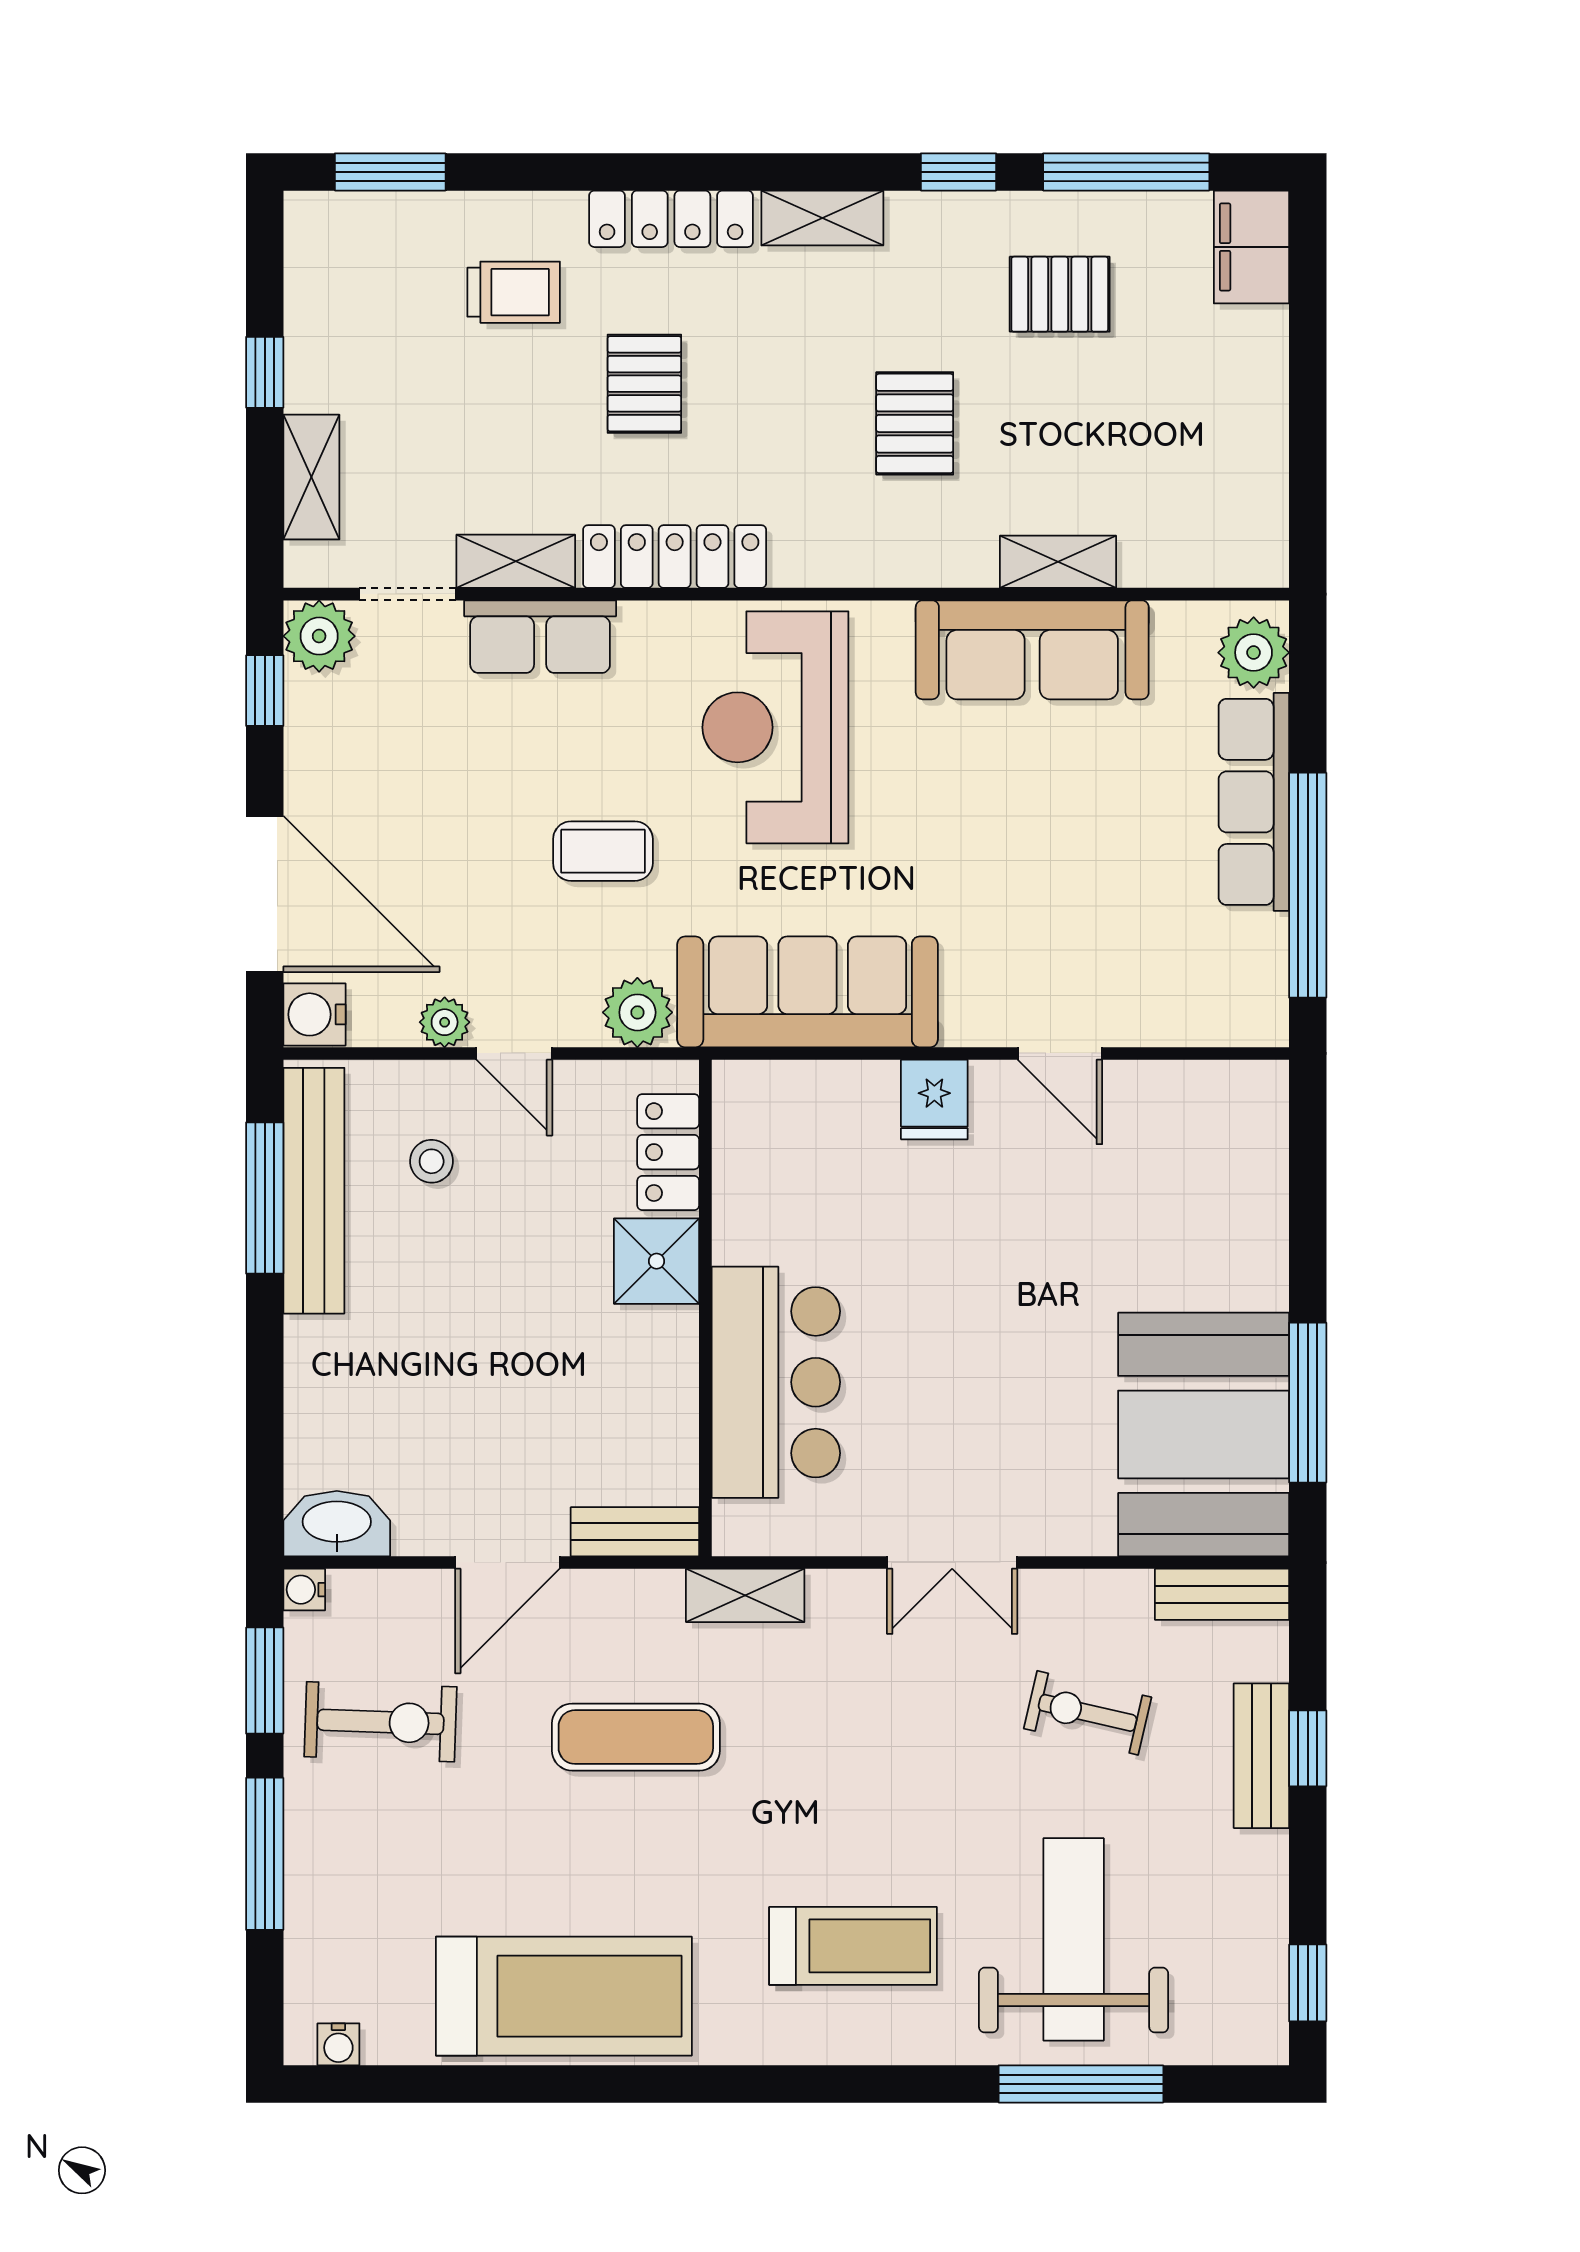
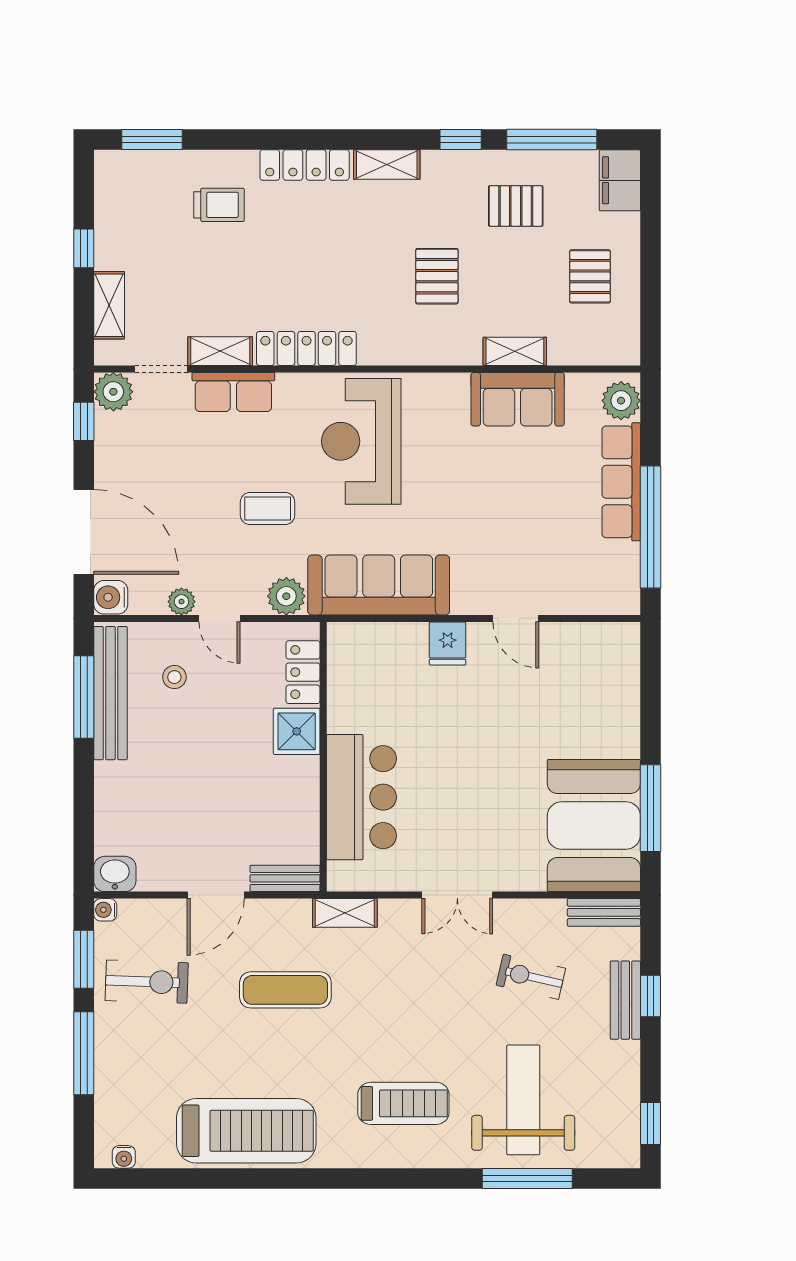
pallet: (644, 384) -> (590, 276), moved
sofa: (1032, 650) -> (518, 399), width x0.73
washbasin: (337, 1524) -> (115, 874), width x0.72

